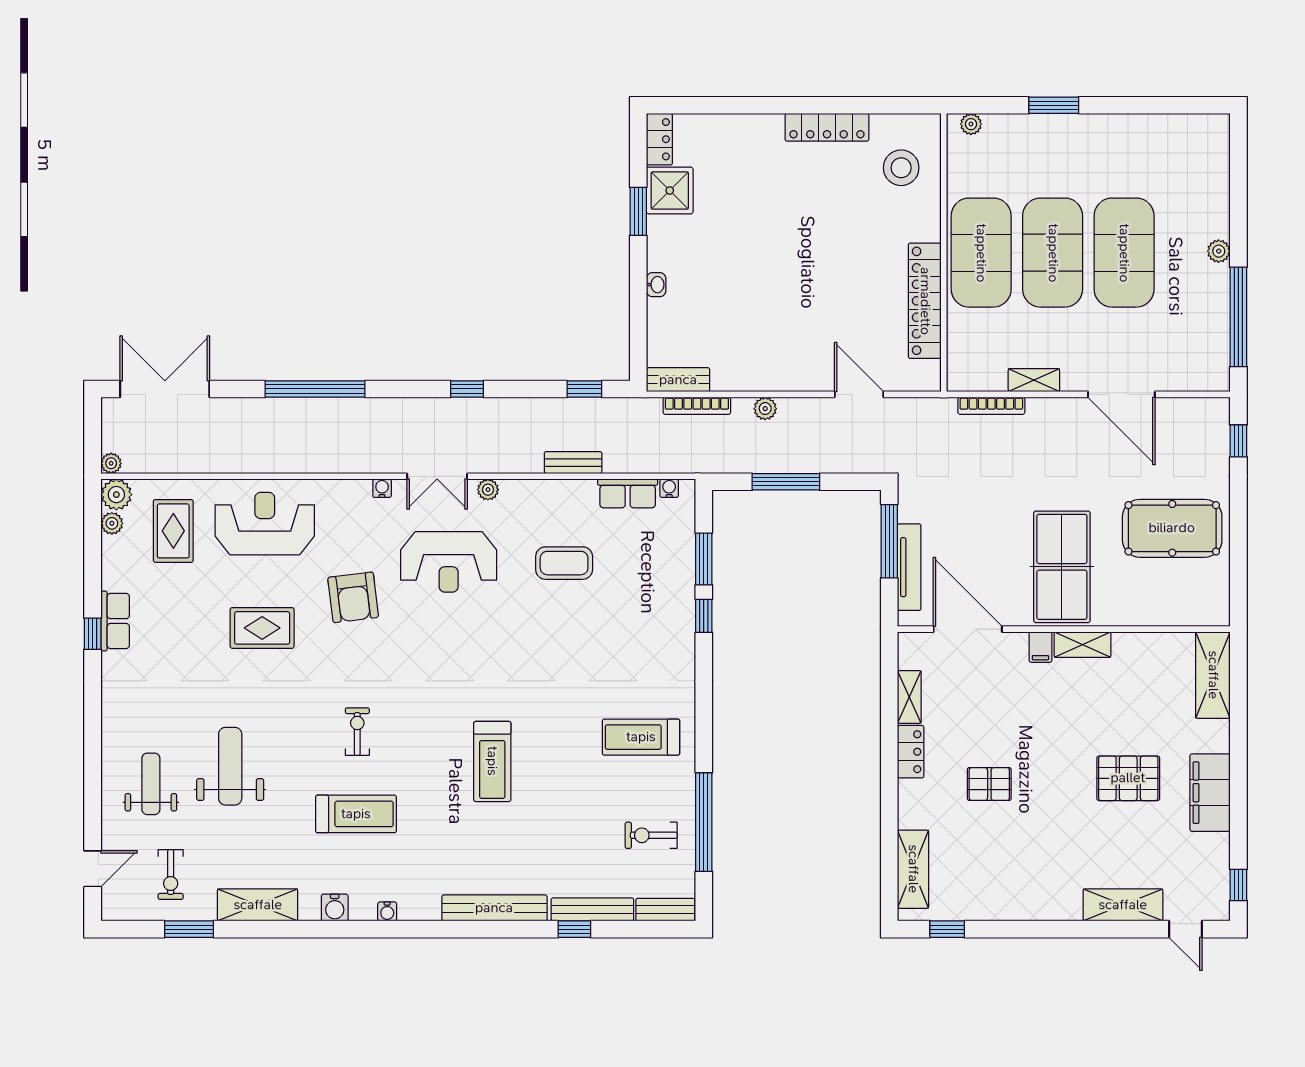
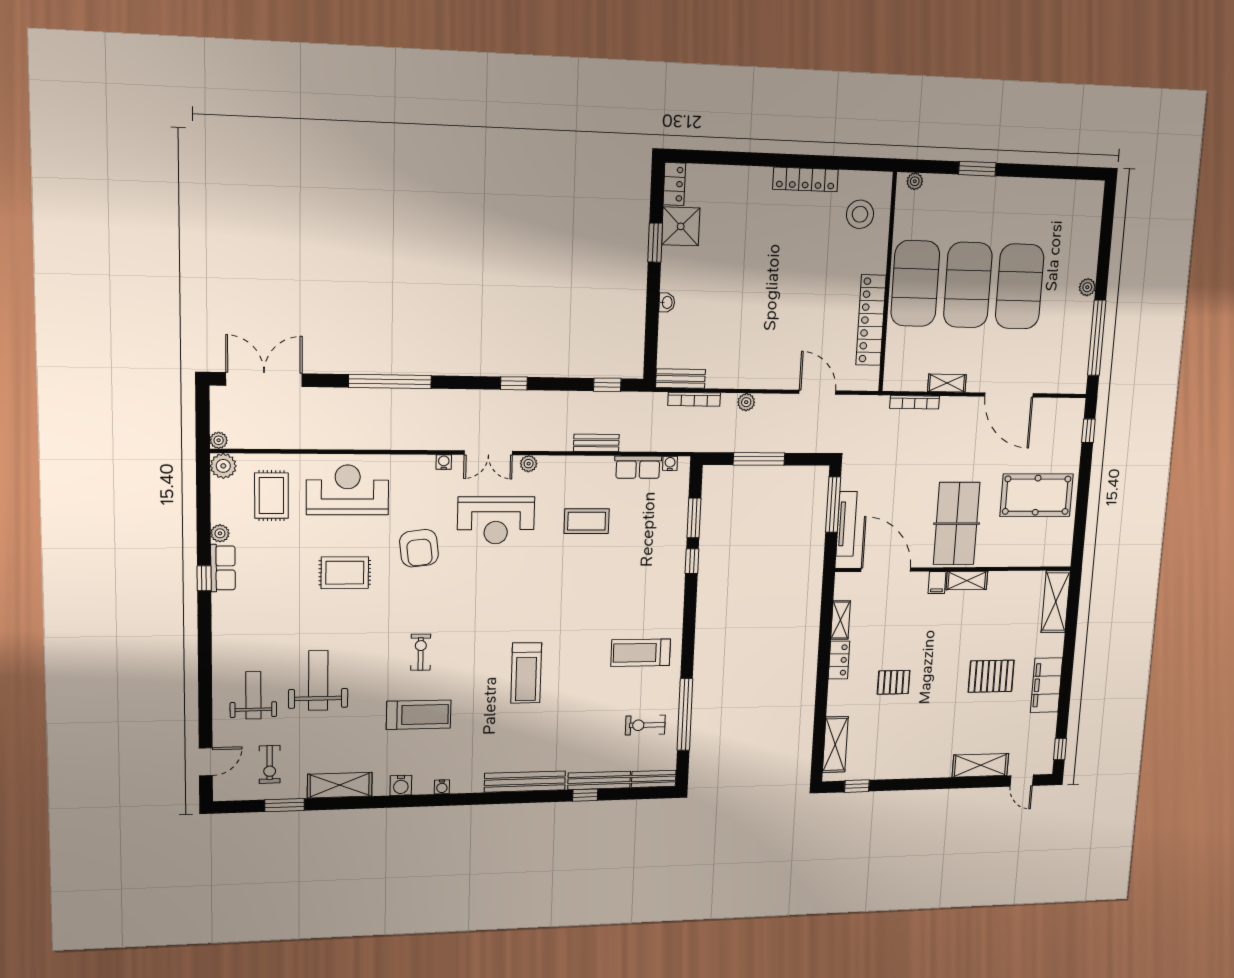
plant: (112, 523) -> (220, 533), moved

